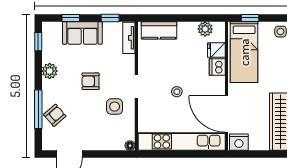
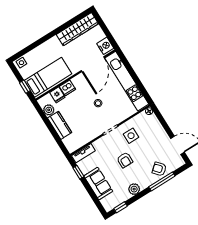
window: (71, 18) -> (94, 196), removed
kitchen counter: (159, 30) -> (60, 125), moved

